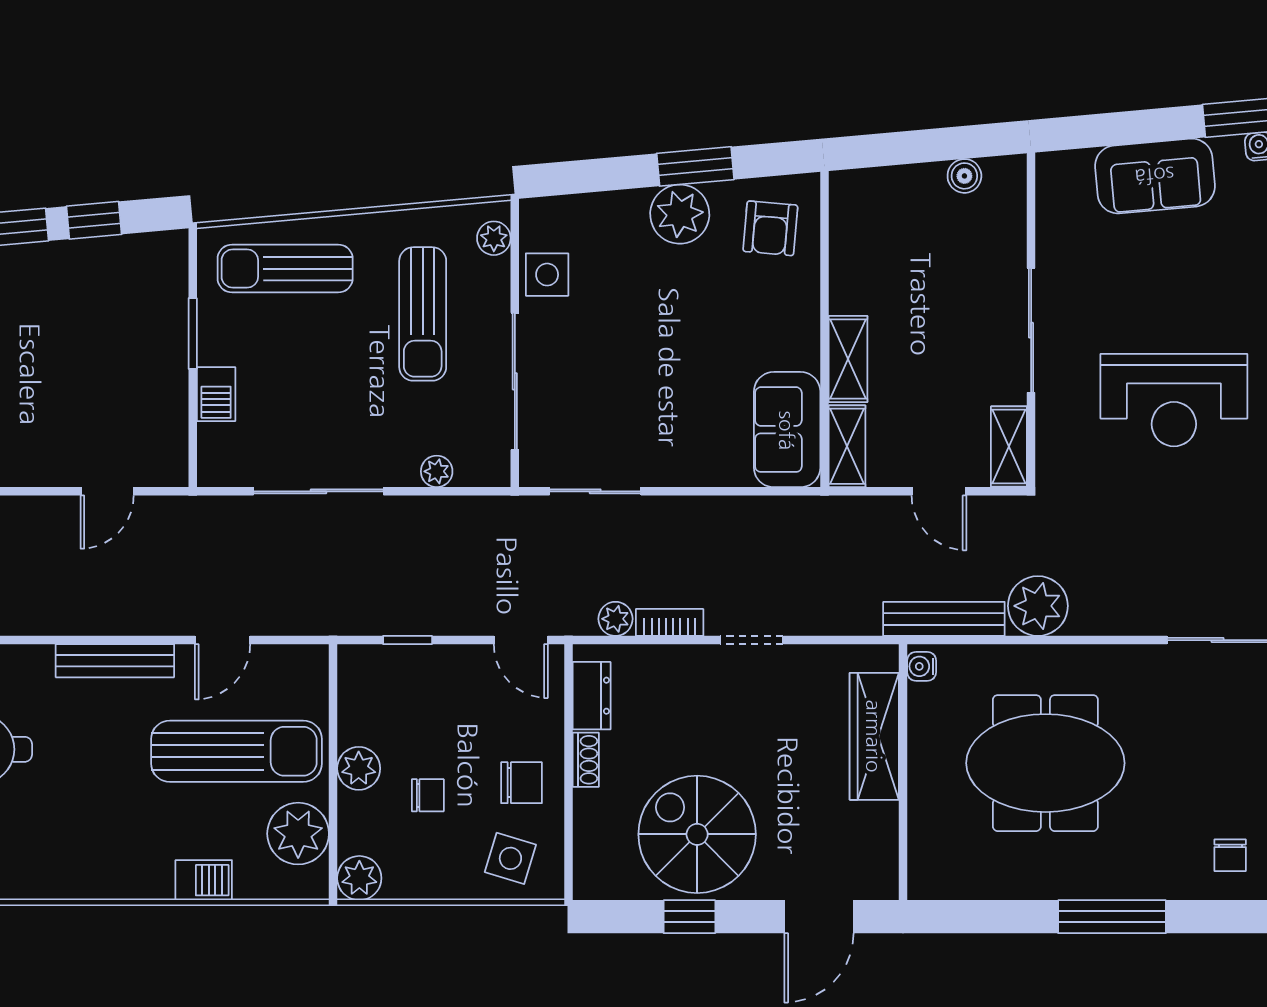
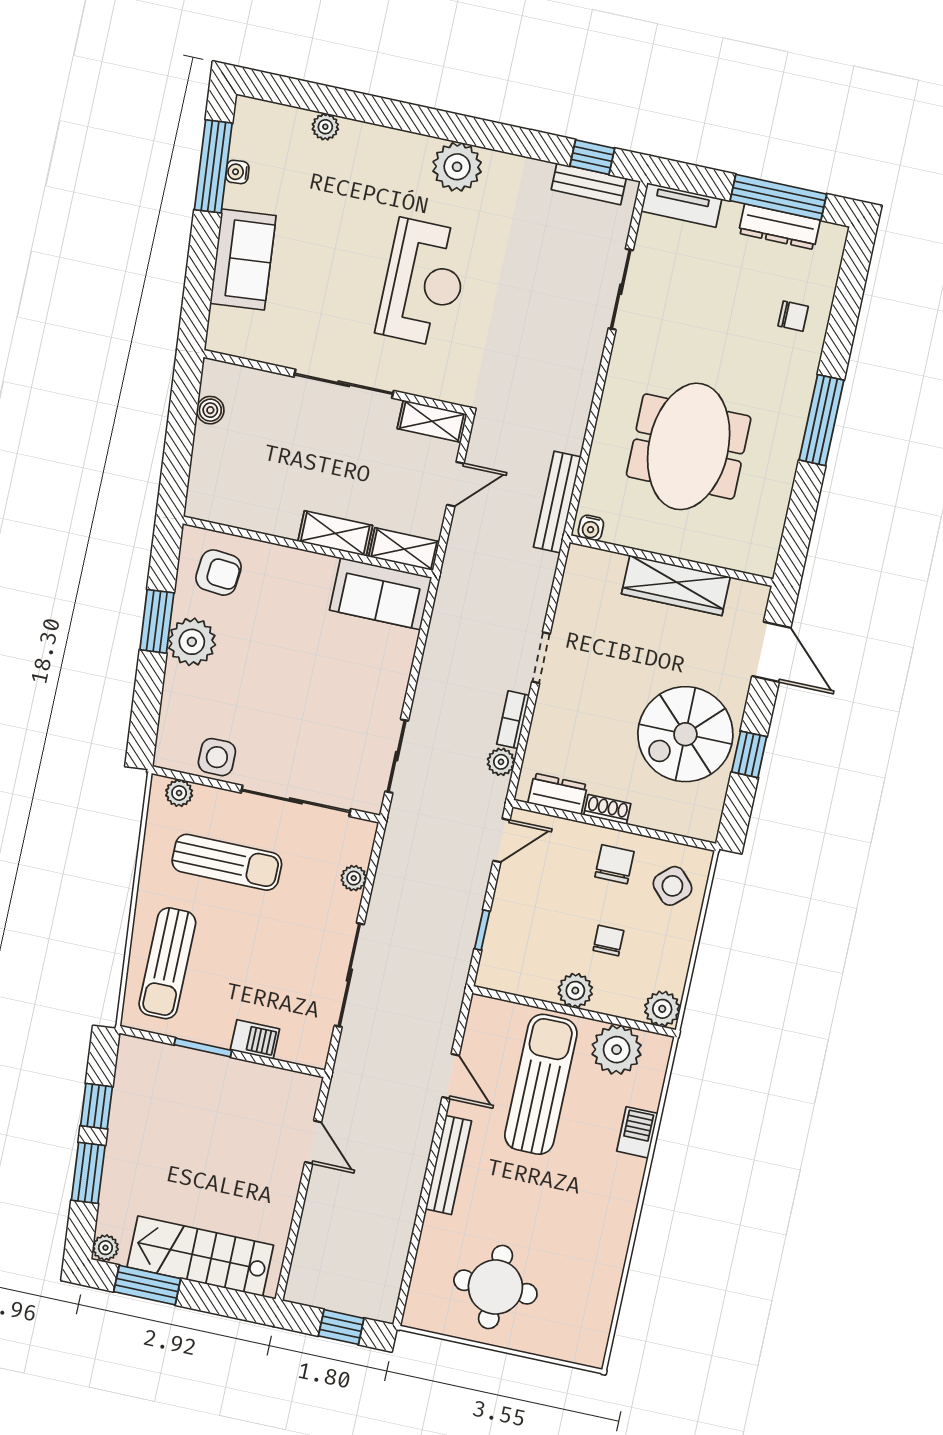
plant: (1038, 606) -> (563, 426), removed
wardrobe: (874, 736) -> (676, 585), moved
side table: (510, 858) -> (672, 886), turned 30

